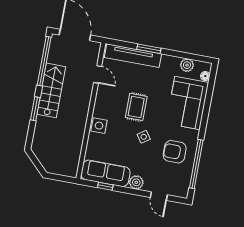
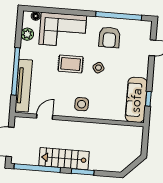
window: (149, 49) -> (16, 71), width x2.11
rug: (136, 107) -> (71, 64), moved
side table: (99, 126) -> (82, 104), moved
plant: (136, 182) -> (142, 70), removed

